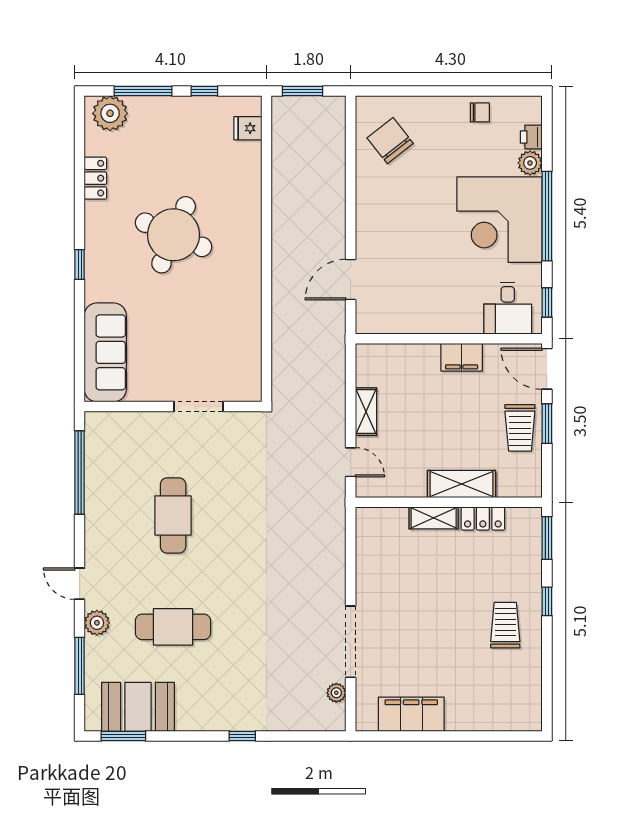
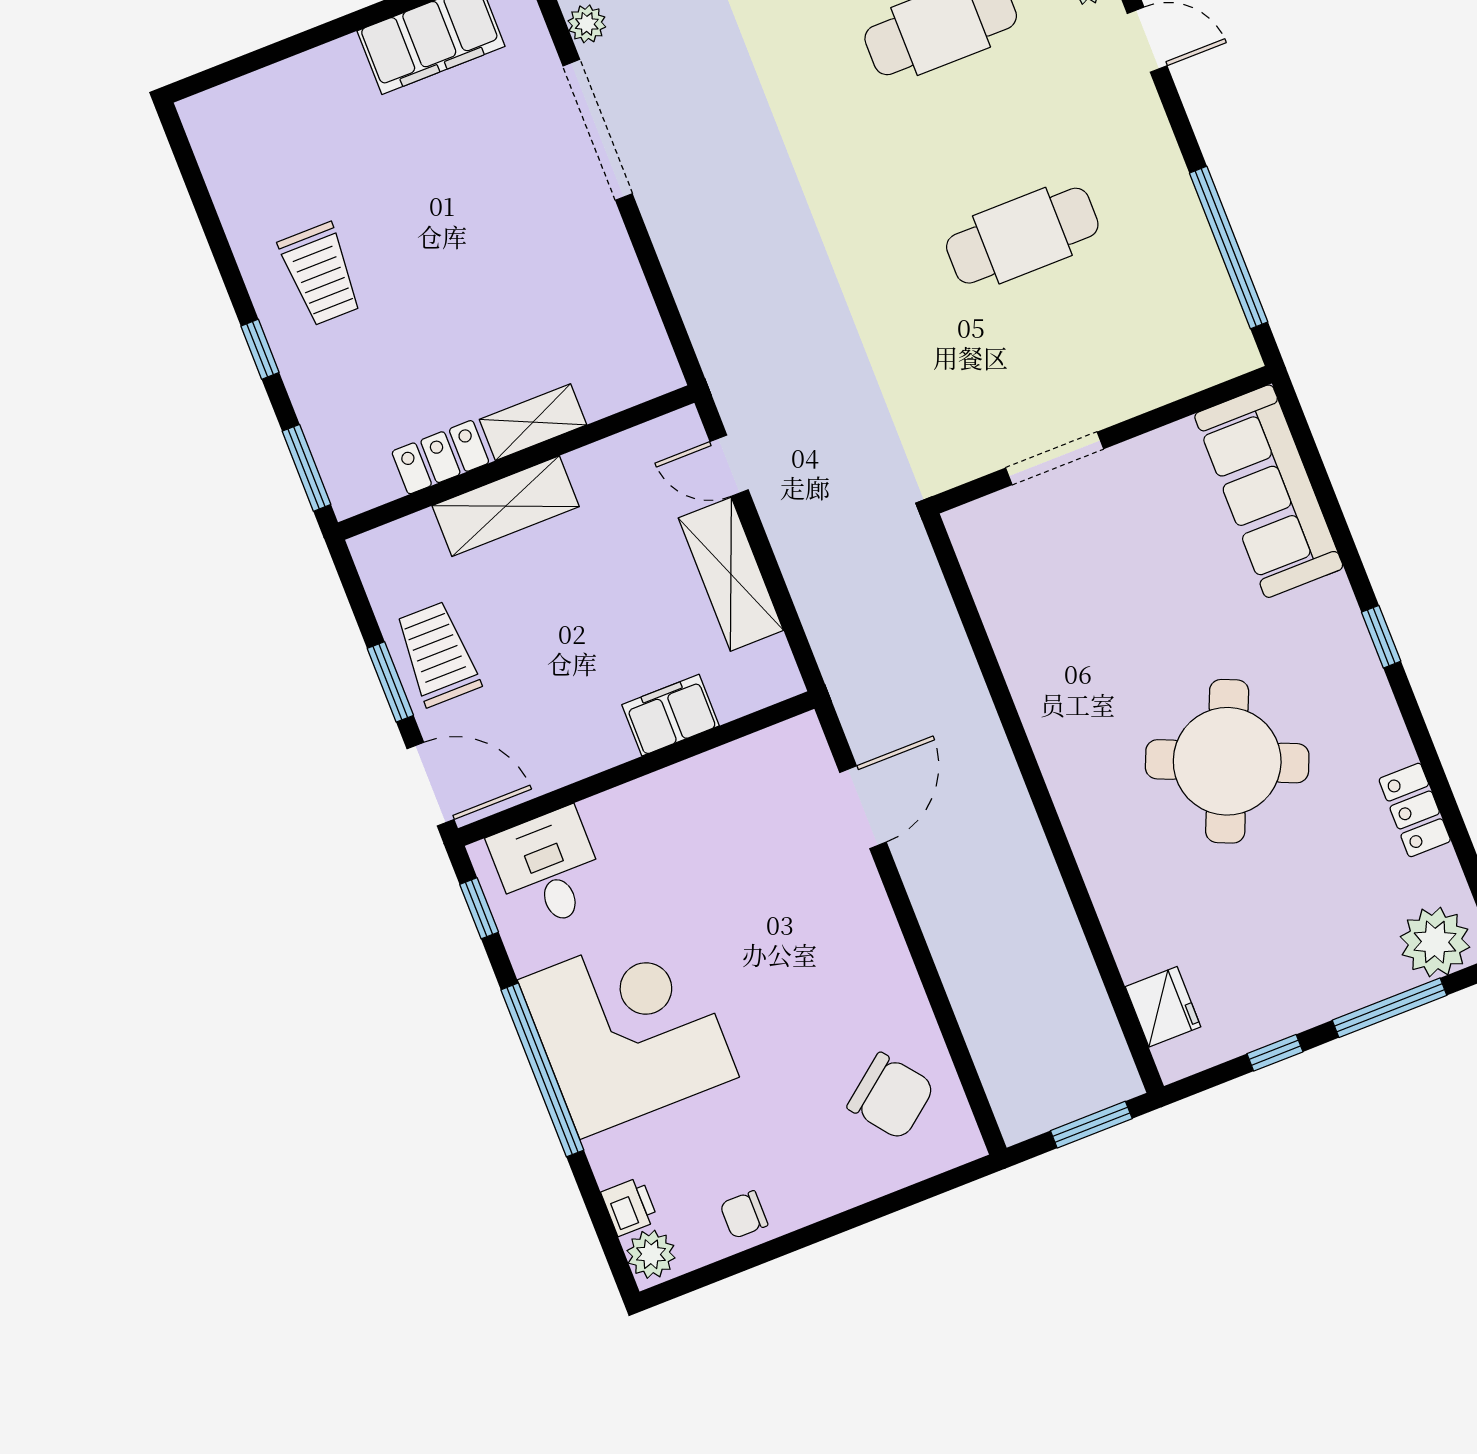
fridge: (248, 128) -> (1163, 1007), width x1.38
plant: (530, 163) -> (651, 1254), moved
filing cabinet: (462, 357) -> (671, 715), moved
shelving: (366, 412) -> (731, 574), width x1.50, depth x1.33
cafe table: (173, 516) -> (1022, 236), turned 90

